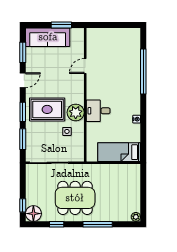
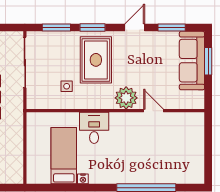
window: (61, 25) -> (208, 61), moved
door: (23, 80) -> (135, 28), swing flipped
plant: (76, 112) -> (126, 98), moved
bed: (119, 152) -> (64, 156), moved

